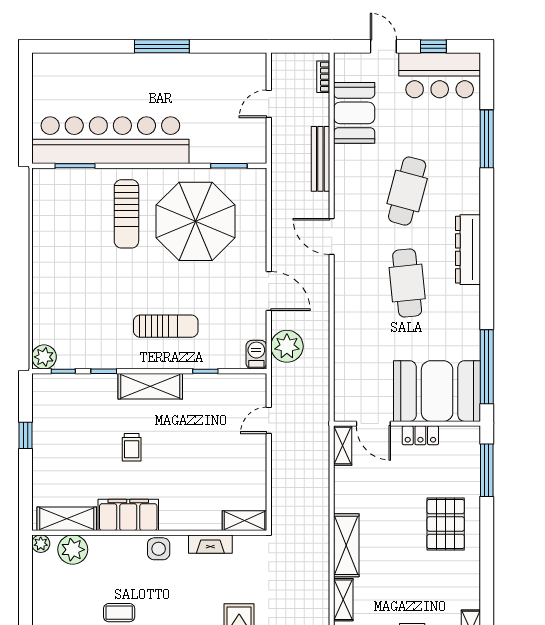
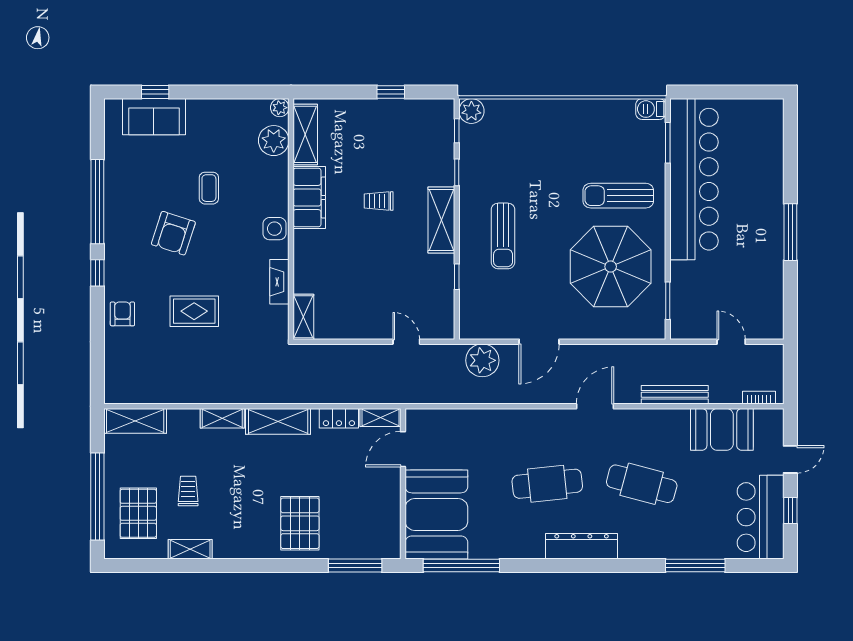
barbecue: (256, 355) -> (651, 109), moved, turned 180
locker: (420, 435) -> (339, 418), moved, turned -90
pallet: (446, 524) -> (300, 523), turned 90

